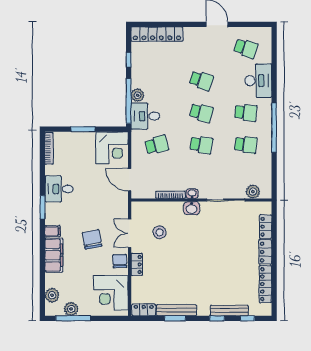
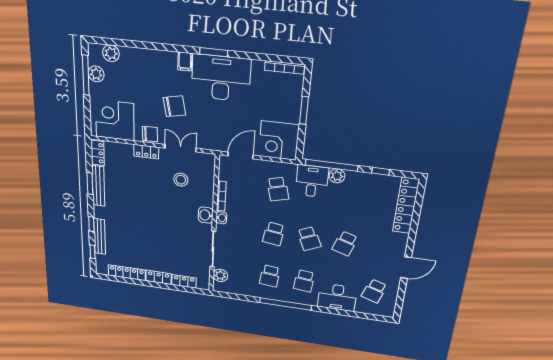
school desk: (201, 113) -> (309, 239), turned -39
desk: (59, 189) -> (221, 78), width x1.87, depth x1.30
filing cabinet: (54, 255) -> (157, 60), removed

